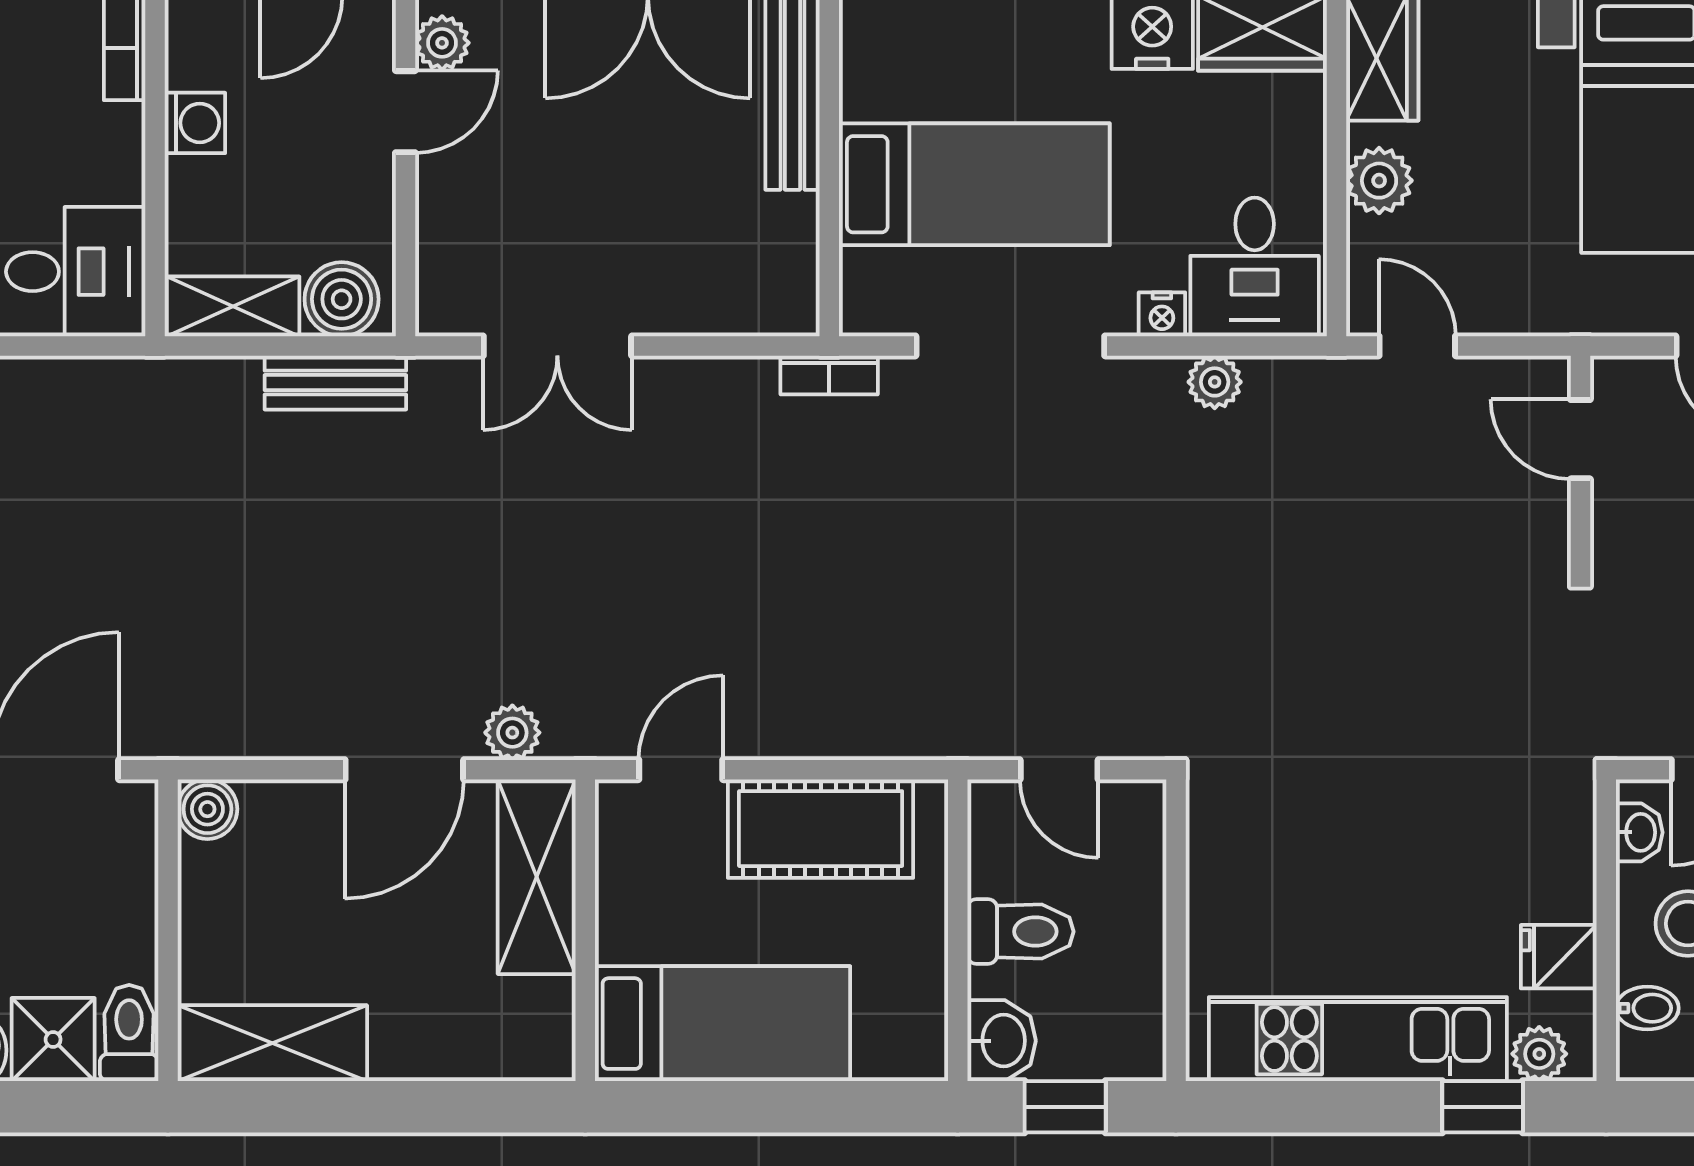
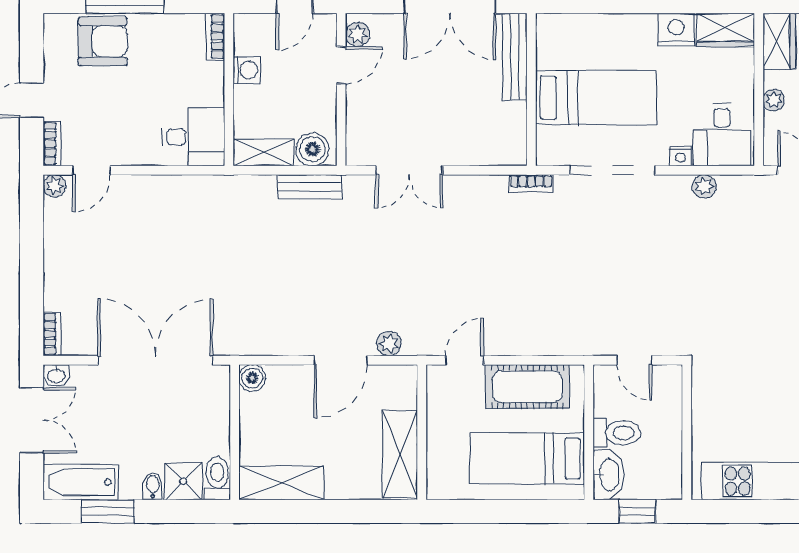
plant: (1379, 181) -> (774, 100), width x0.73, depth x0.73
shelving: (537, 877) -> (400, 454), moved
bed: (723, 1024) -> (527, 458), moved, turned 180
washbasin: (1002, 1041) -> (608, 475), width x1.38

